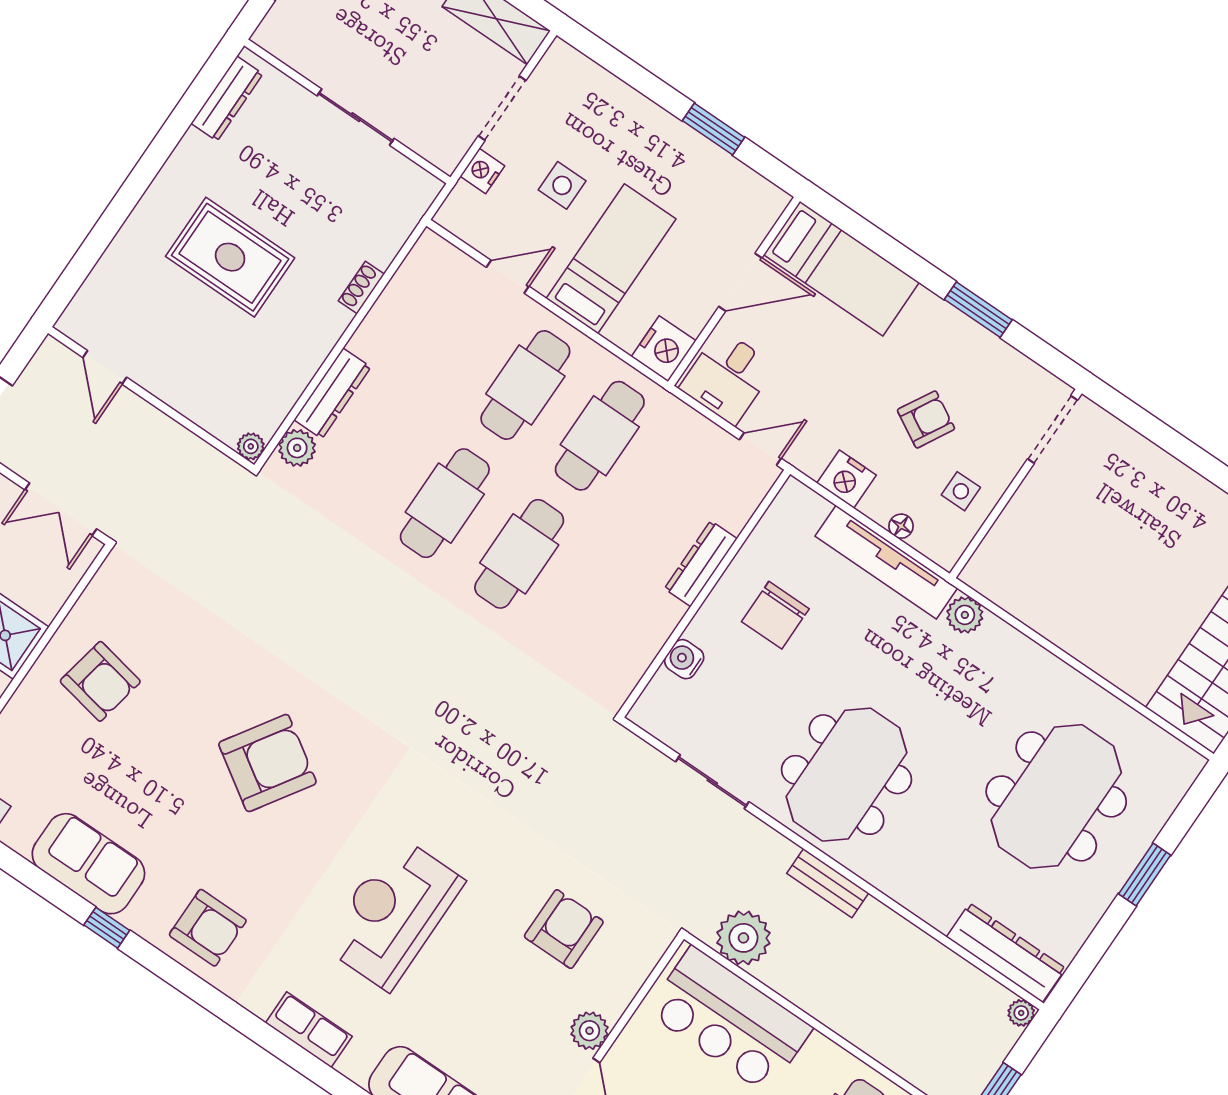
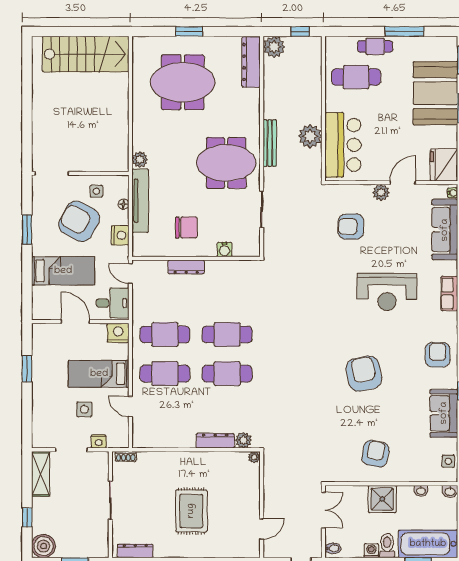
bed: (841, 269) -> (63, 271), moved, turned 90
shoe rack: (361, 288) -> (126, 456), moved
armchair: (926, 419) -> (79, 221), width x1.88, depth x1.88
armchair: (267, 763) -> (364, 374), turned 46
bench: (828, 883) -> (270, 143), width x1.36
plant: (743, 938) -> (310, 136), moved
plant: (1021, 1013) -> (274, 47), width x1.88, depth x1.88

